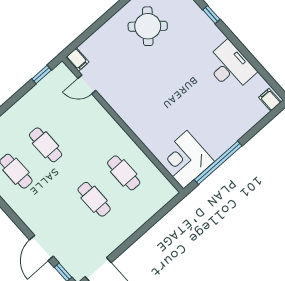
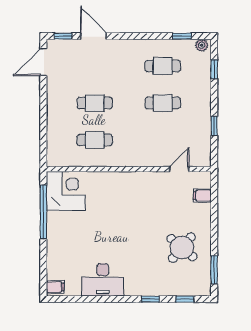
filing cabinet: (77, 60) -> (202, 196), moved
window: (42, 74) -> (214, 126), moved

